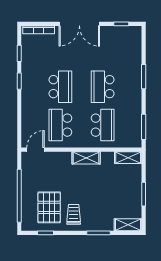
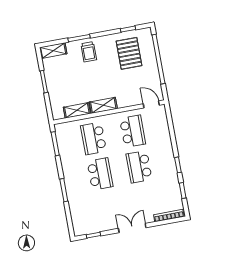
double door: (79, 24) -> (132, 228), width x0.73
door: (36, 150) -> (151, 104), swing flipped
shelving: (128, 158) -> (77, 110), moved
trolley: (74, 214) -> (89, 52), moved

